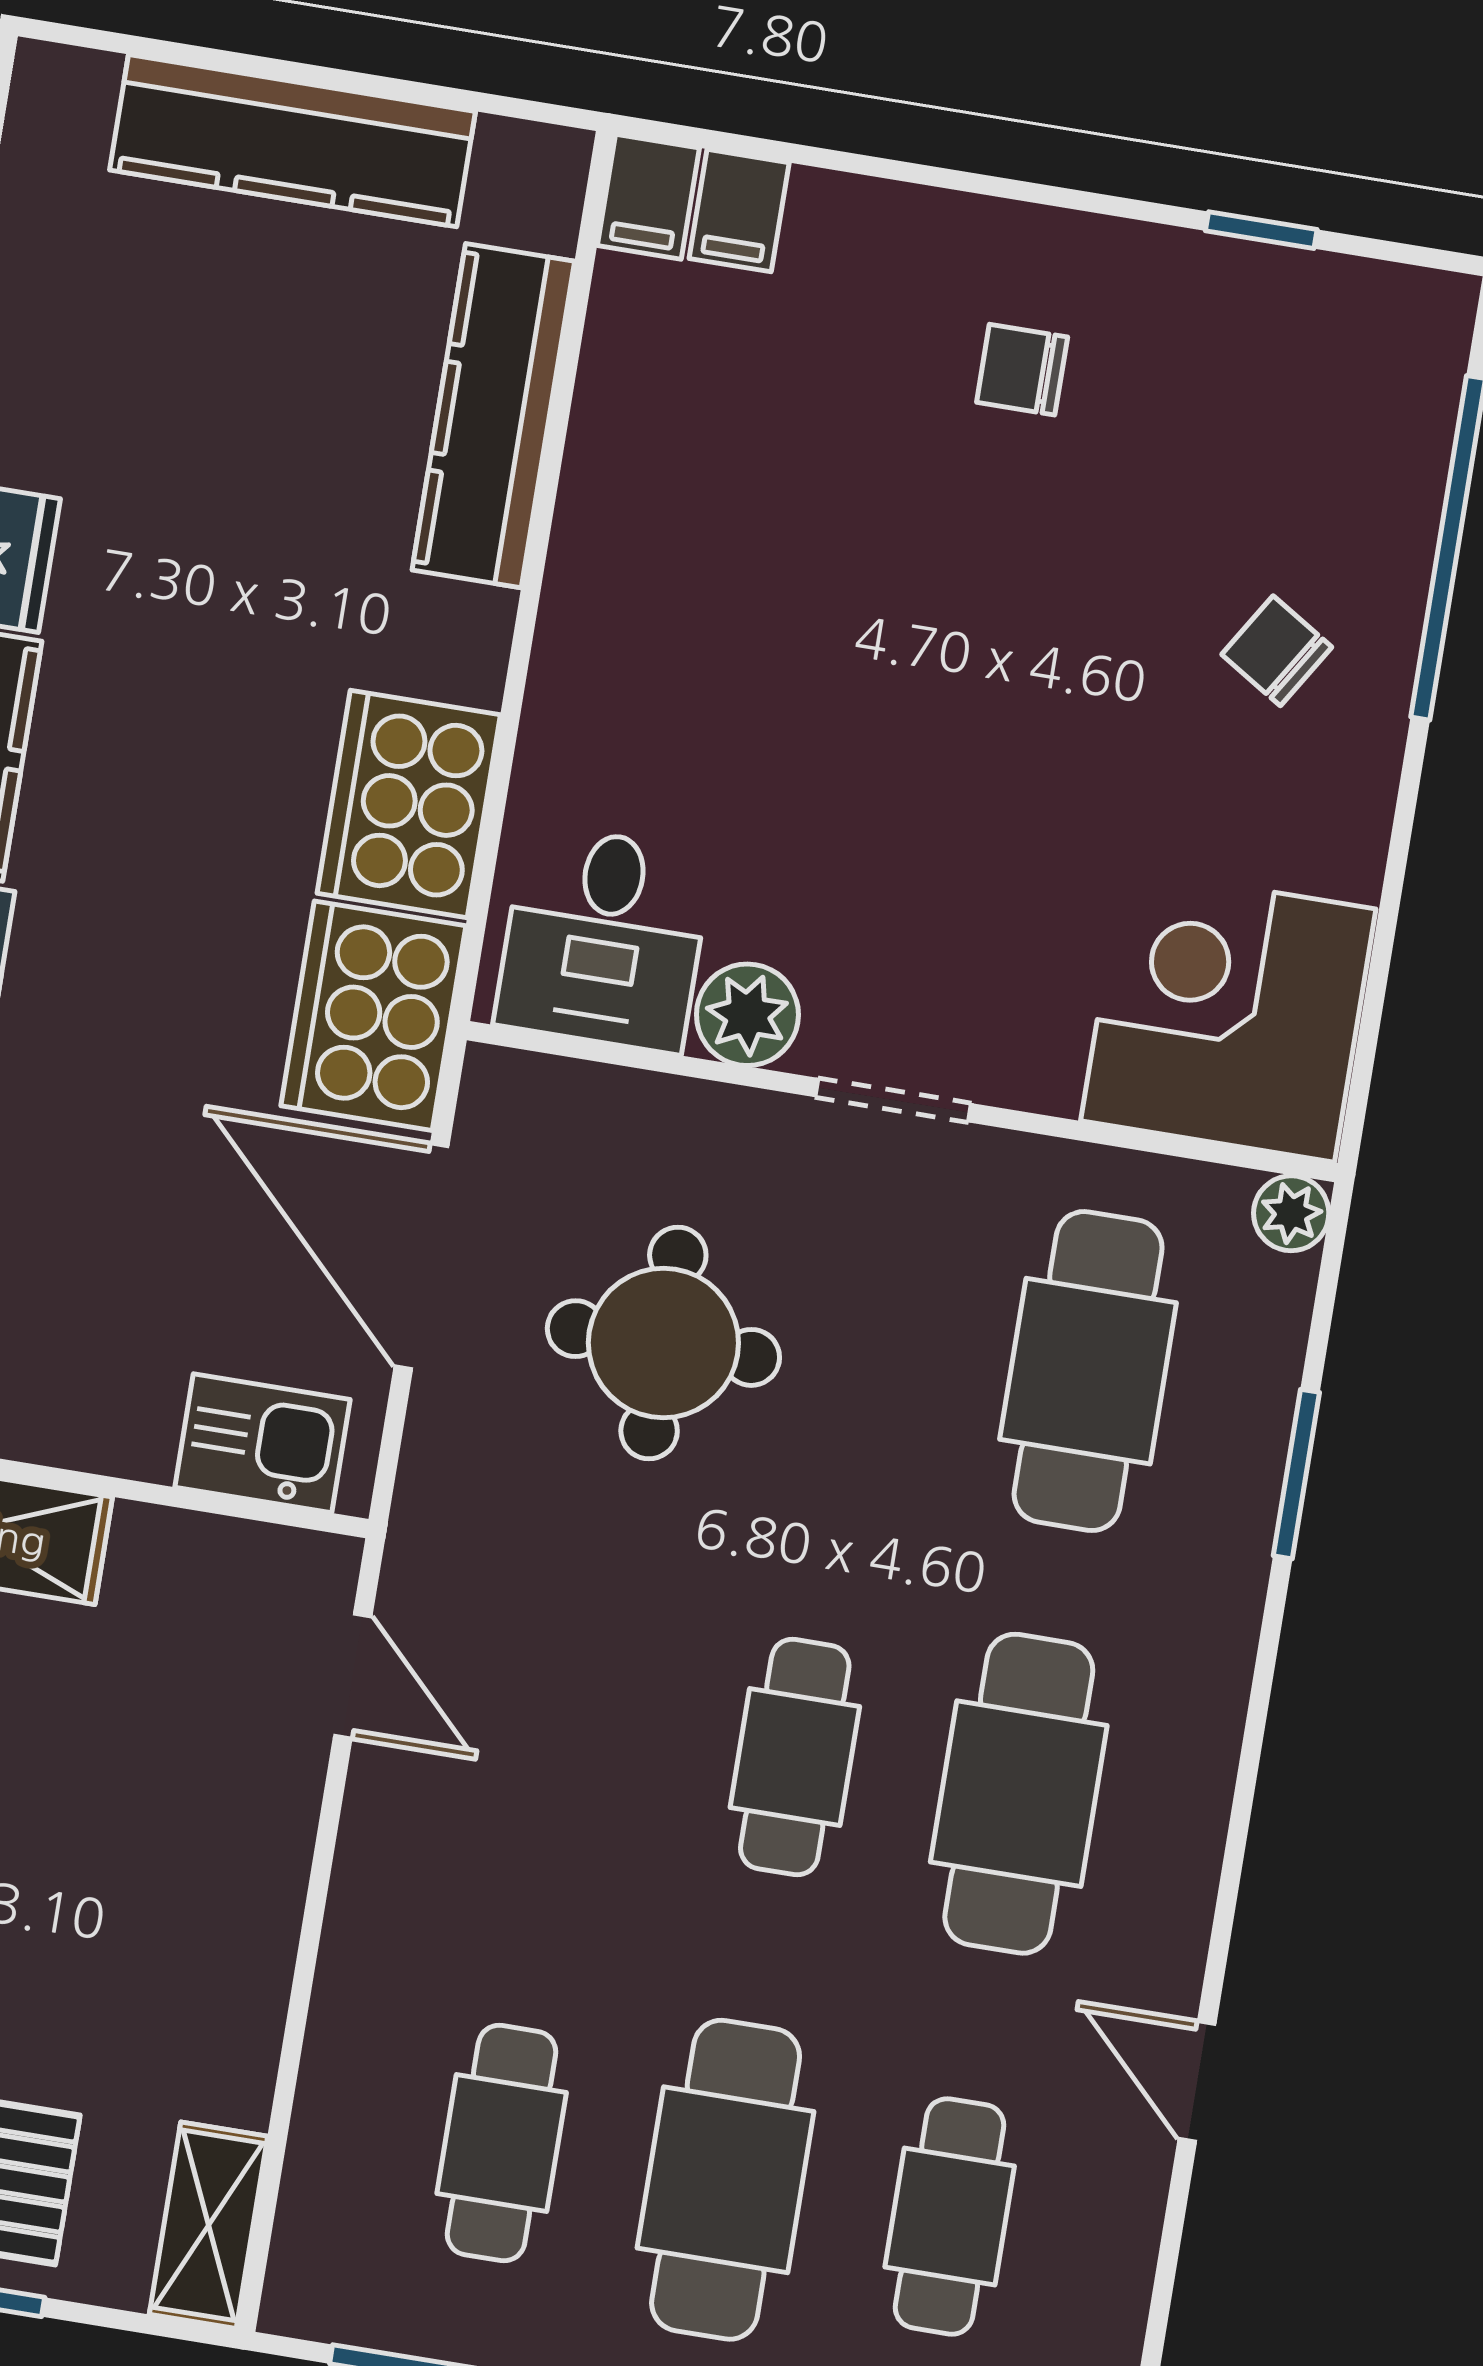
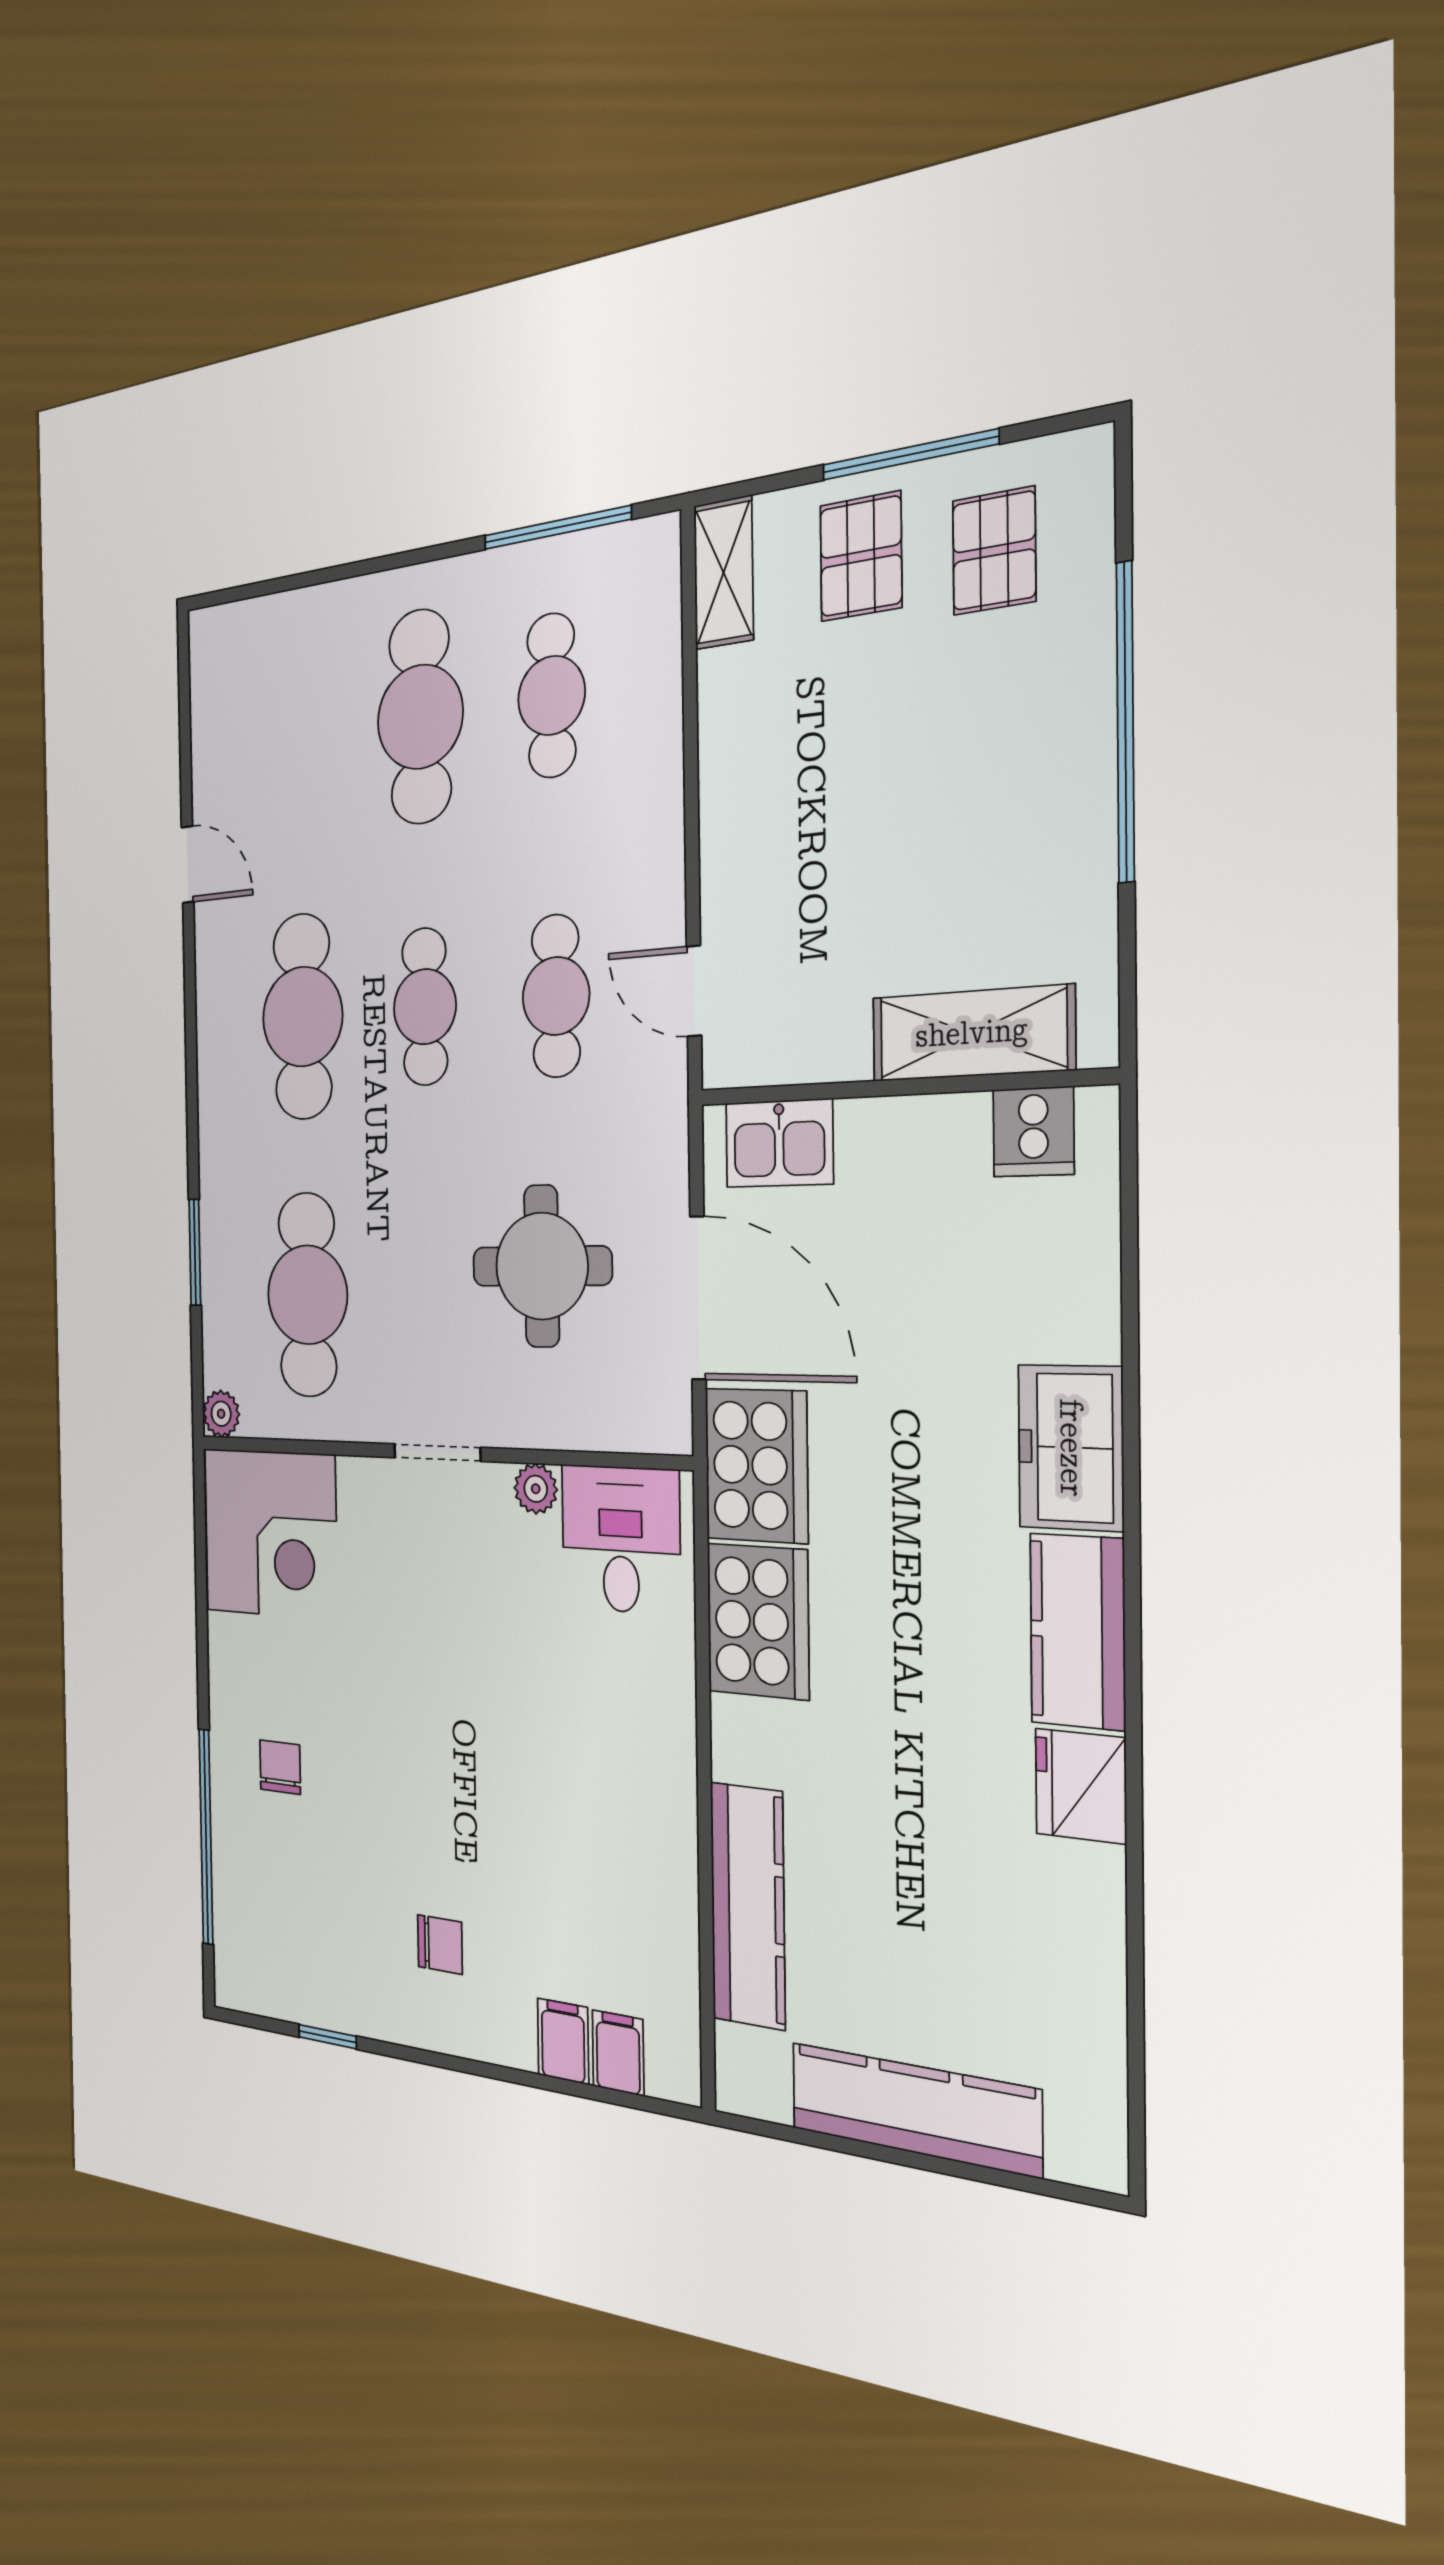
filing cabinet: (648, 197) -> (563, 2041), moved
chair: (1277, 651) -> (280, 1767), turned -122
plant: (747, 1015) -> (536, 1489), width x0.73, depth x0.73
cafe table: (950, 2216) -> (556, 996), moved

